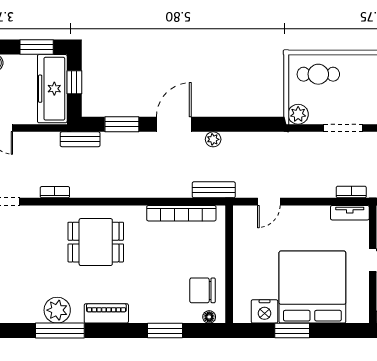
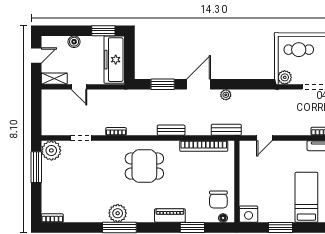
window: (74, 82) -> (130, 55), removed
bench: (80, 139) -> (171, 130), moved
bed: (312, 287) -> (306, 197), width x0.49
chair: (202, 290) -> (218, 199), turned -90
nightstand: (265, 311) -> (249, 214), moved
piano: (106, 313) -> (170, 215), moved

